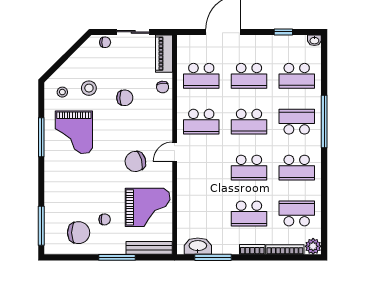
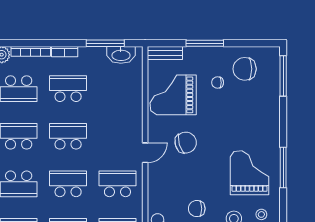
bench: (149, 248) -> (165, 53), width x0.73

